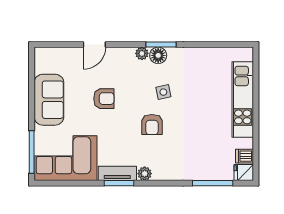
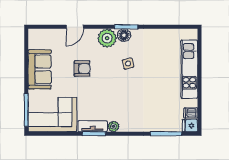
plant: (142, 53) -> (107, 38), width x1.88, depth x1.88
armchair: (152, 125) -> (119, 89), removed

